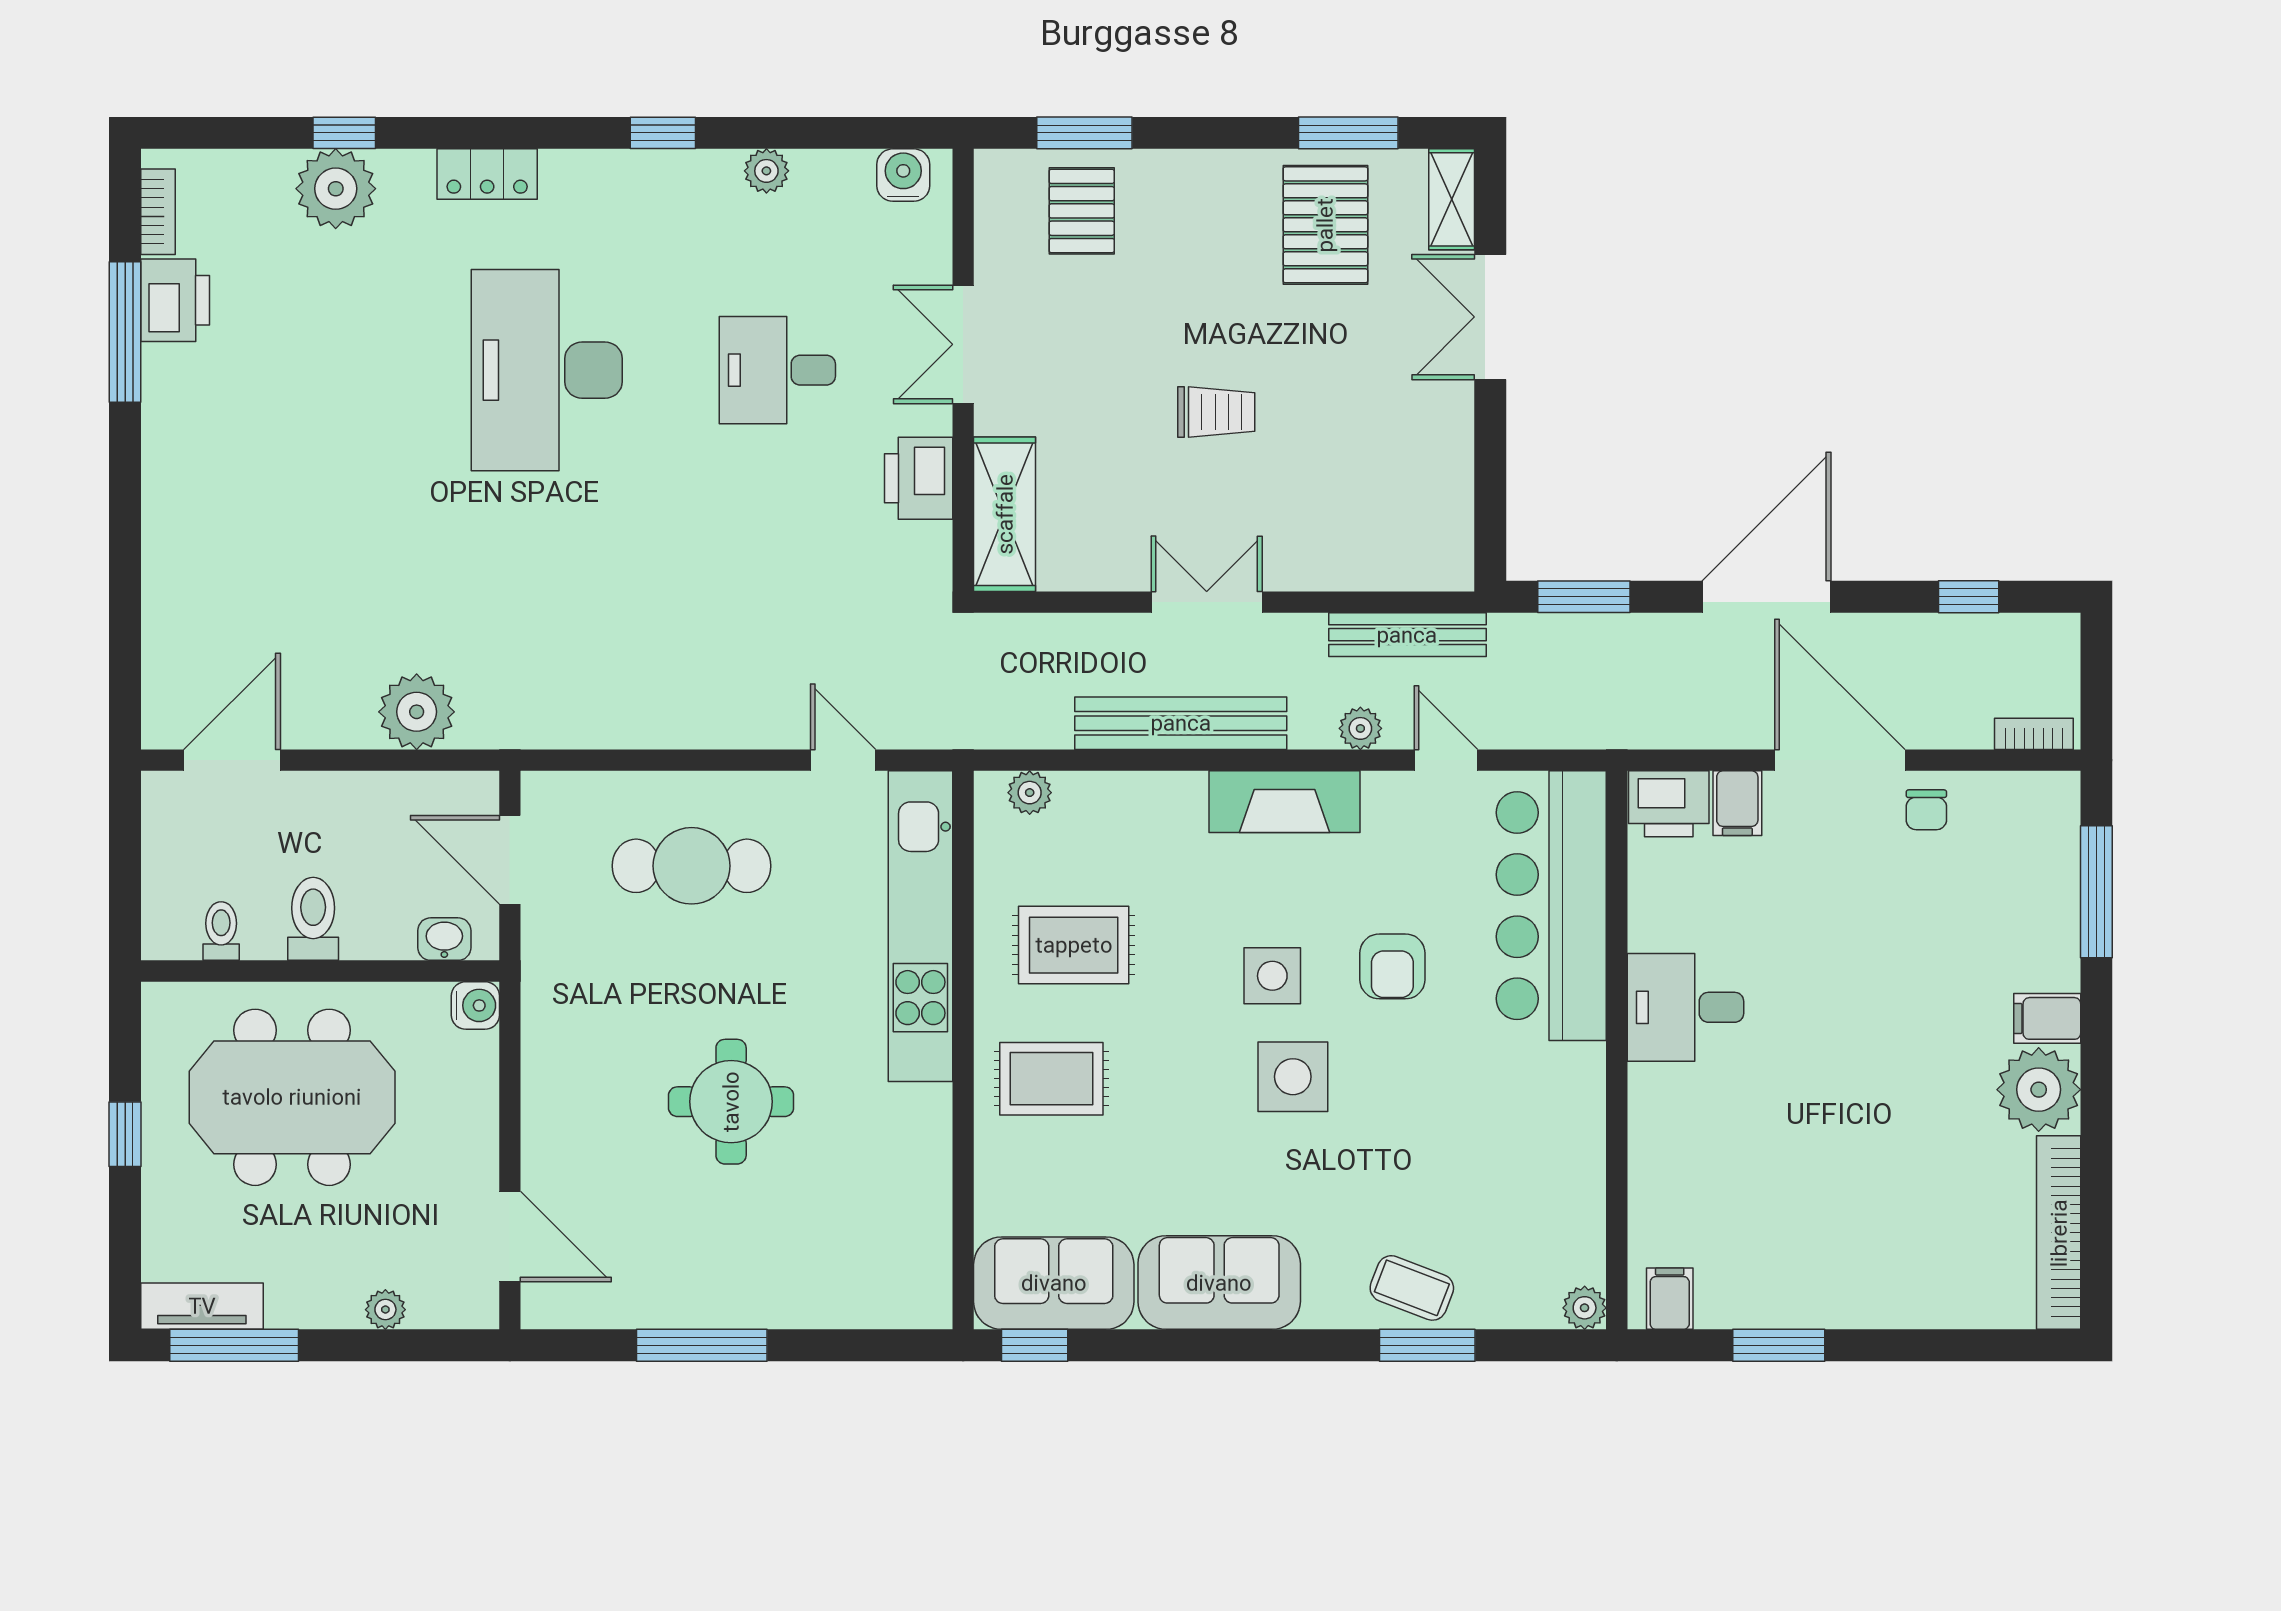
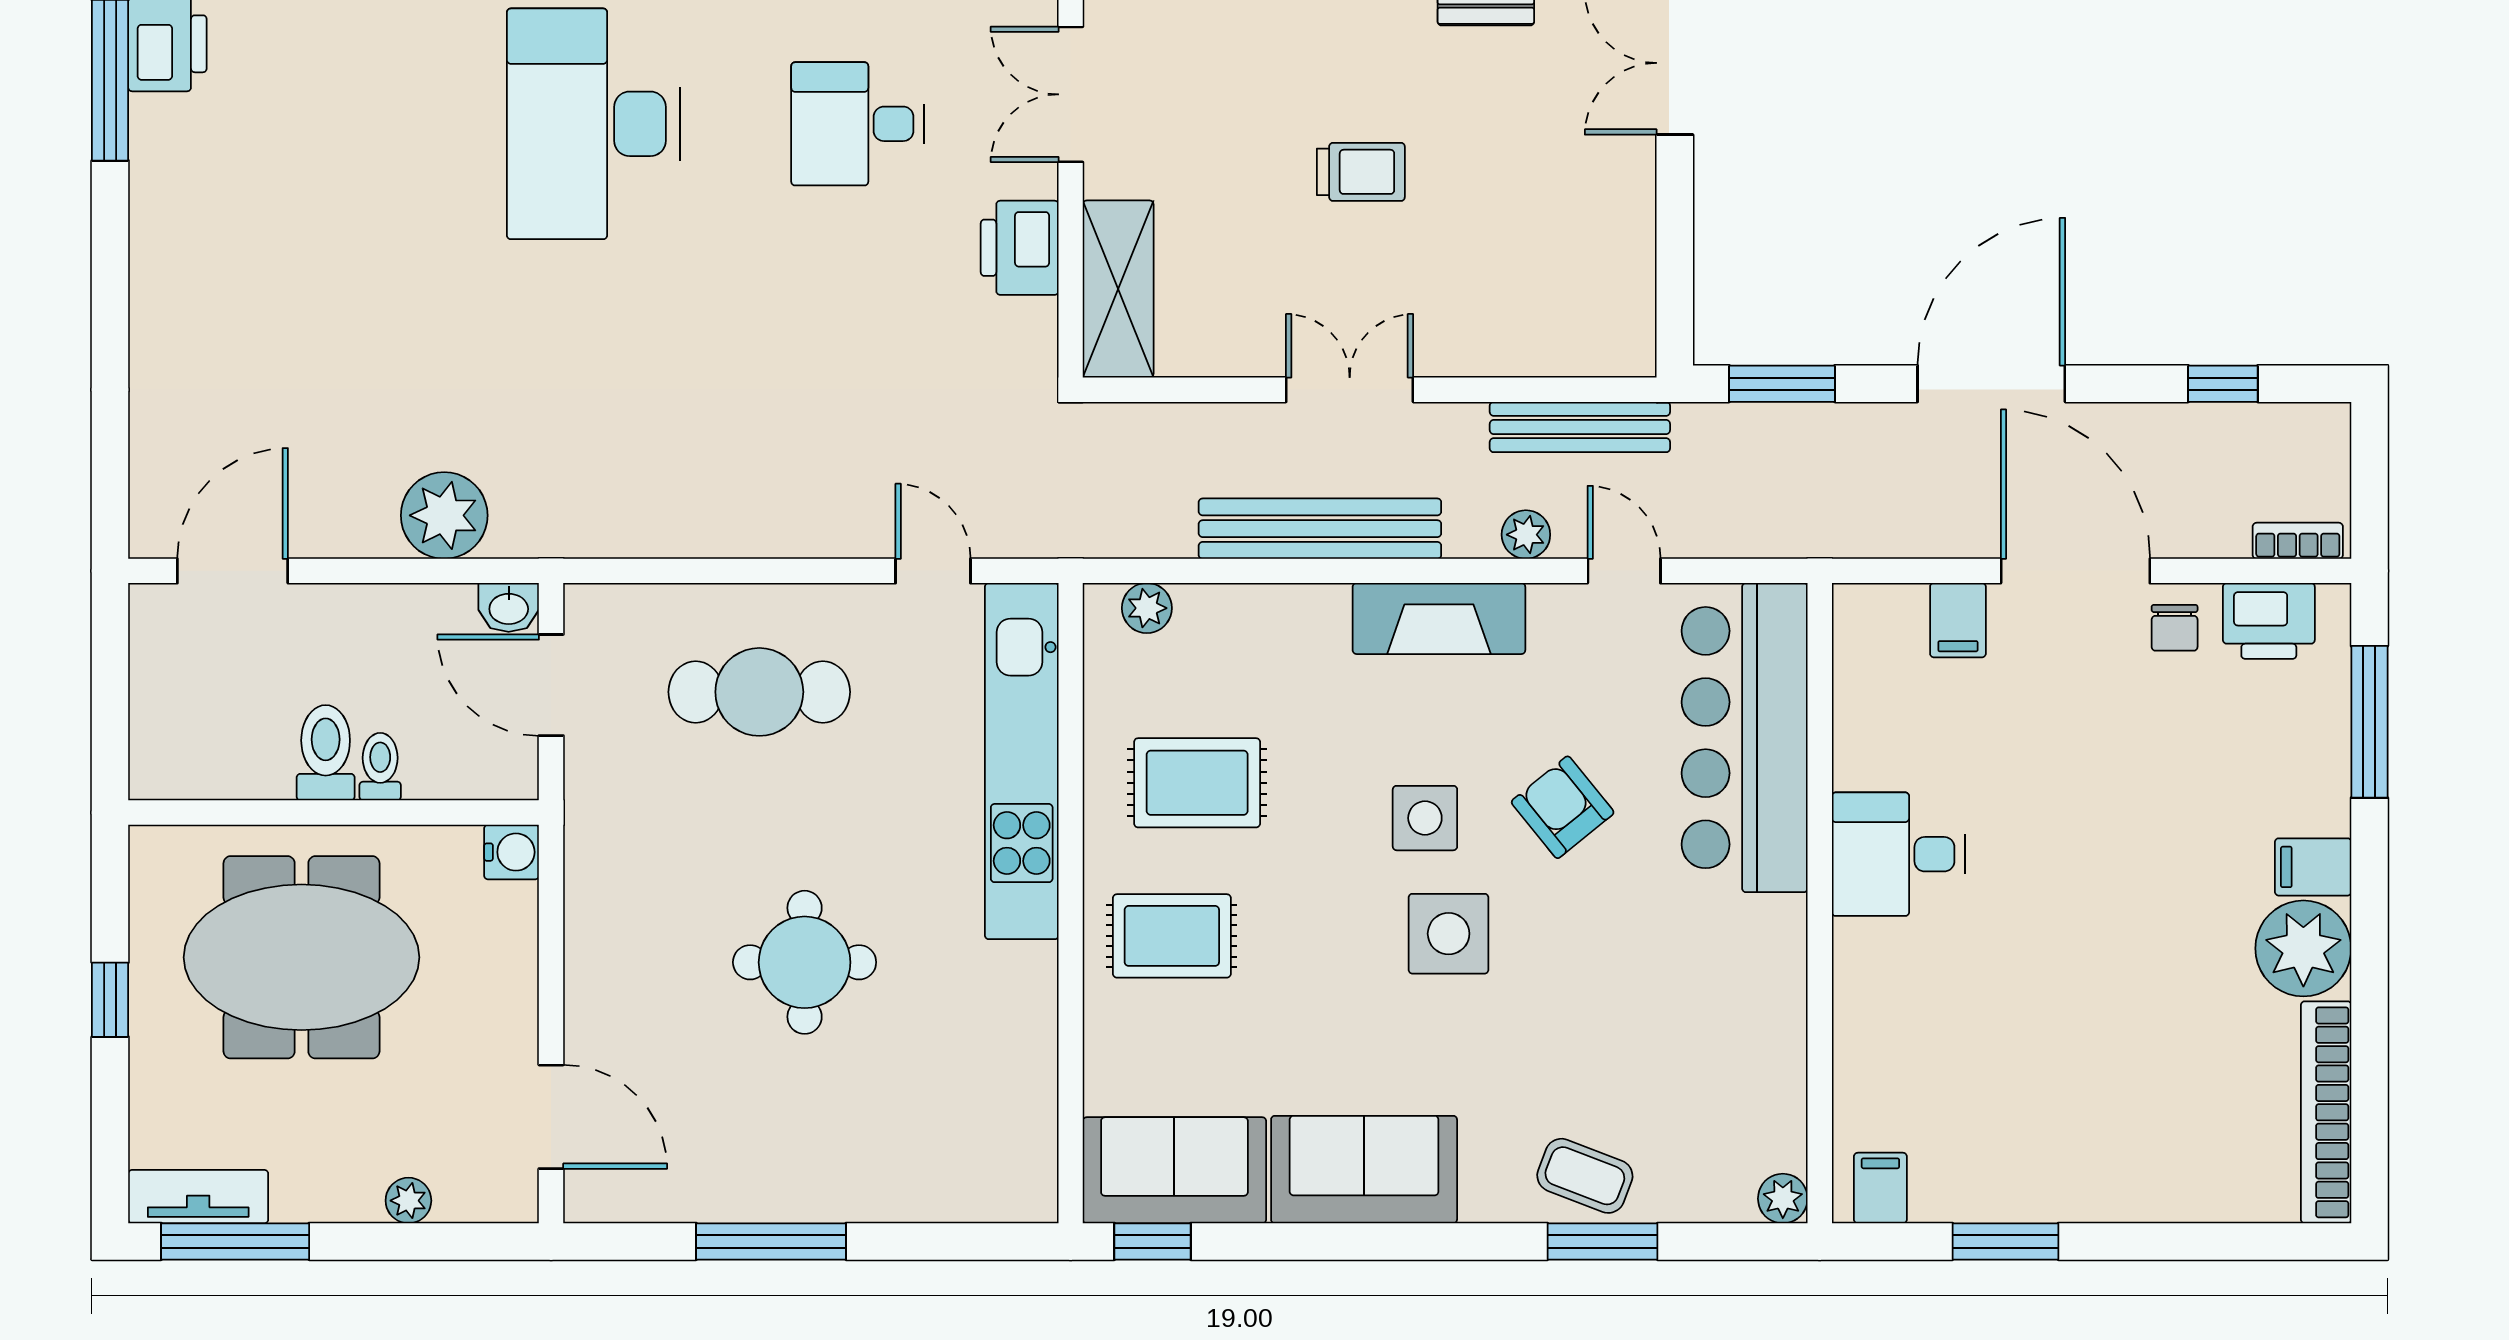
printer: (1669, 804) -> (2269, 621), moved
toilet: (221, 931) -> (380, 767), moved
washbasin: (444, 939) -> (509, 607), moved, turned 180
armchair: (1392, 966) -> (1563, 807), turned 141

